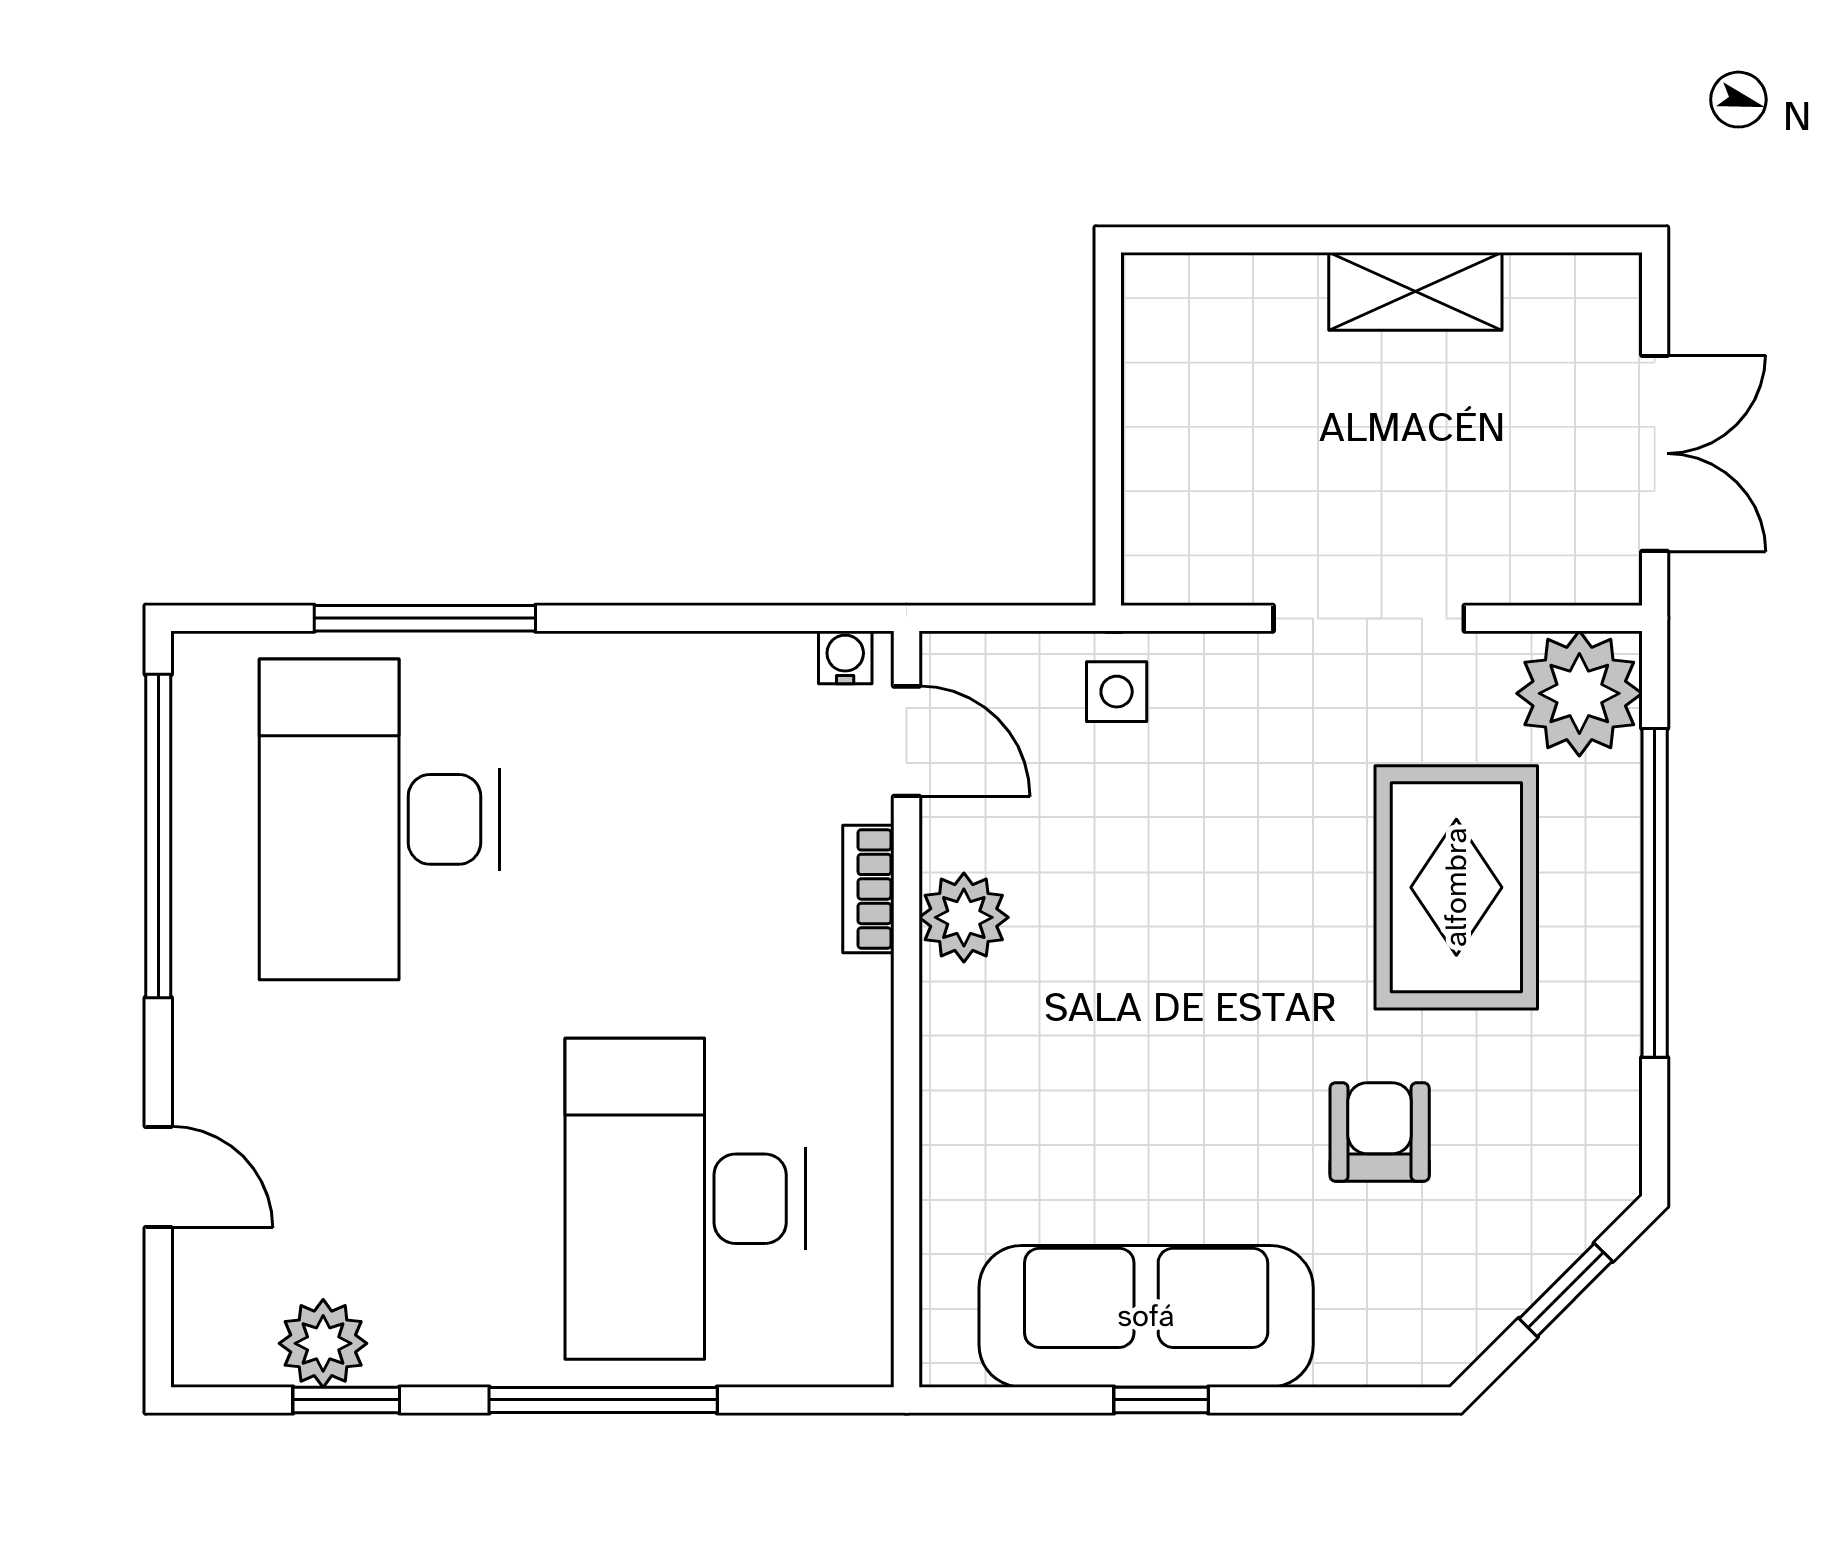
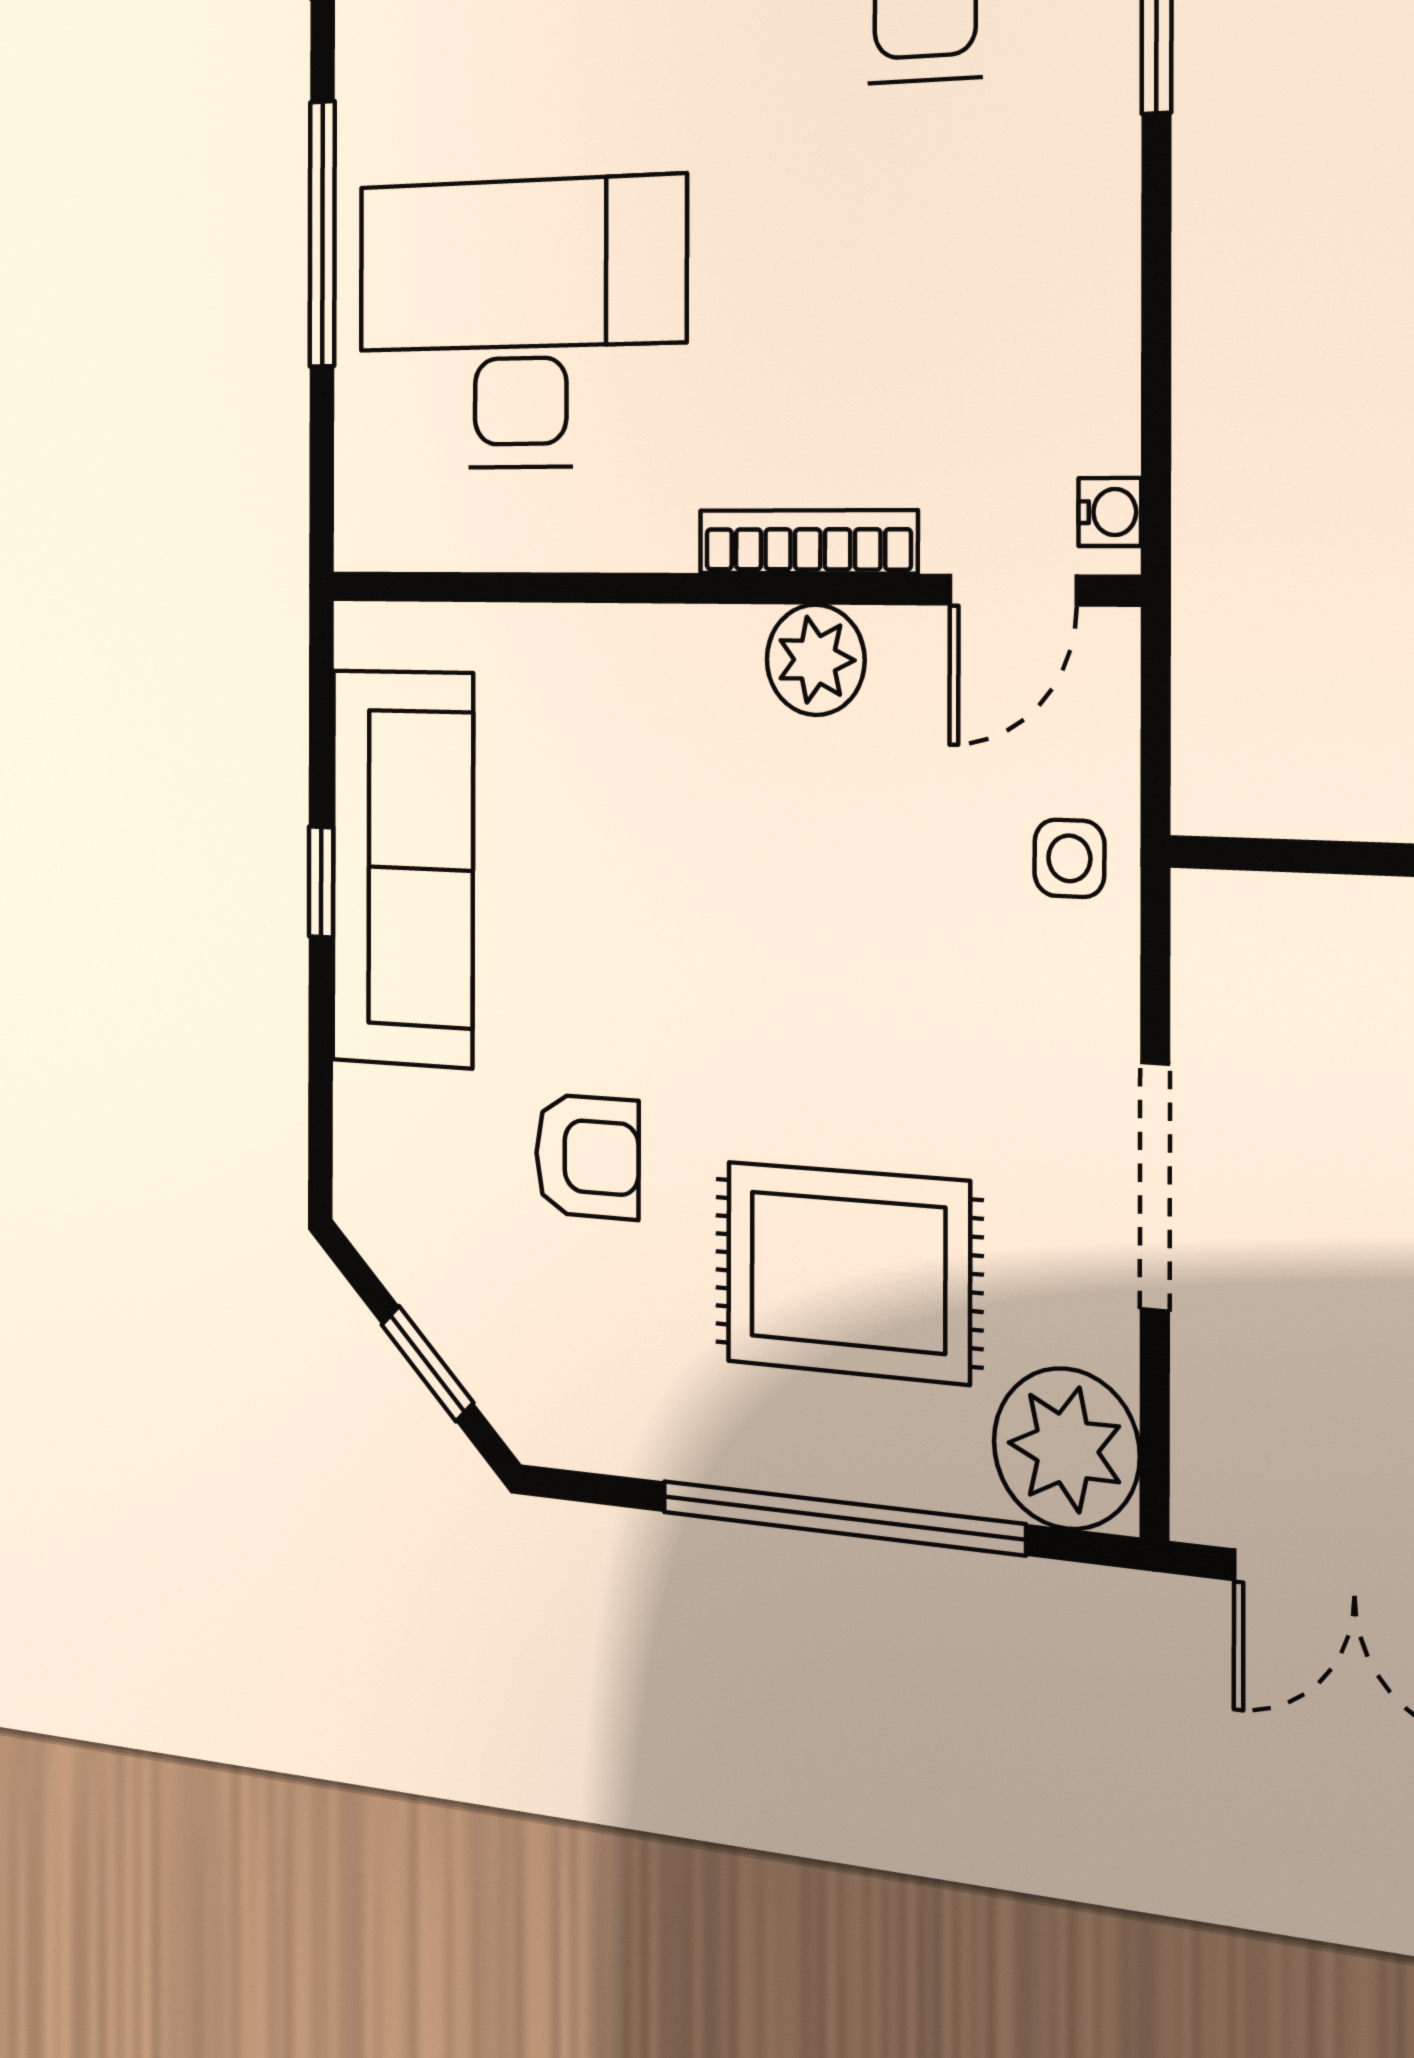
bookcase: (868, 889) -> (808, 542), width x1.56

